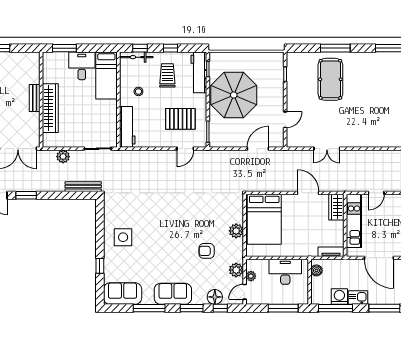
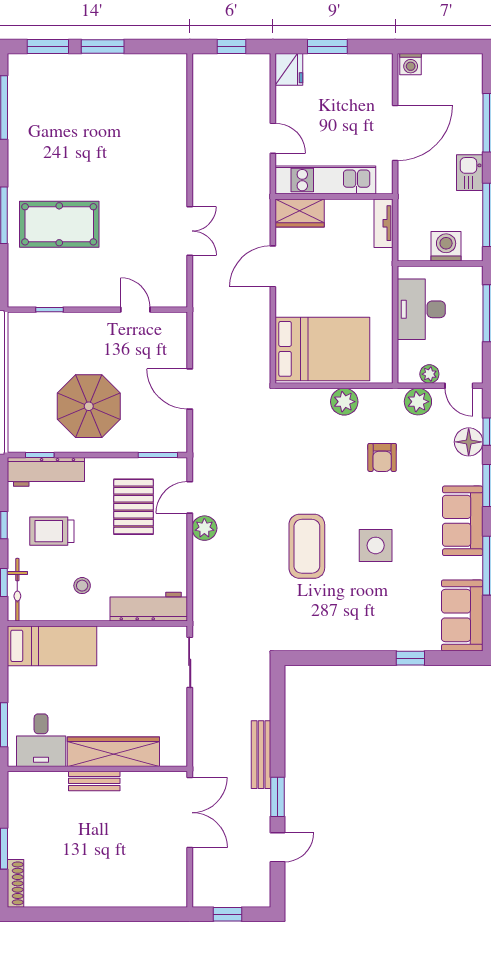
desk: (82, 66) -> (41, 740), moved, turned -90
parasol: (234, 95) -> (89, 406), width x0.73, depth x0.73
door: (185, 149) -> (190, 497), swing flipped
door: (258, 149) -> (190, 389), moved
plant: (63, 157) -> (204, 528), moved
bench: (83, 187) -> (261, 755), moved
coffee table: (159, 211) -> (307, 546), added
side table: (123, 237) -> (376, 545), moved
boiler: (316, 270) -> (419, 251), removed
washing machine: (339, 297) -> (446, 246), moved, turned 90

